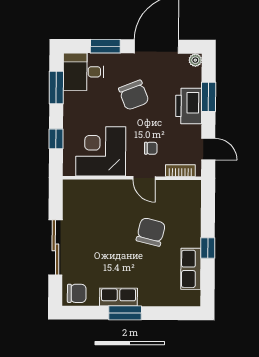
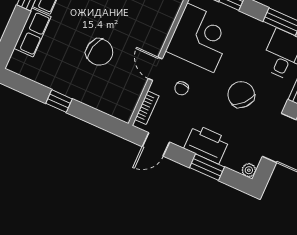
chair: (134, 95) -> (241, 95), turned 63
door: (144, 178) -> (155, 69), hinge flipped
row of seats: (191, 269) -> (32, 33), moved, turned 90

